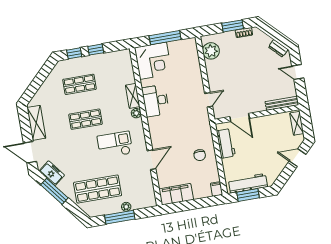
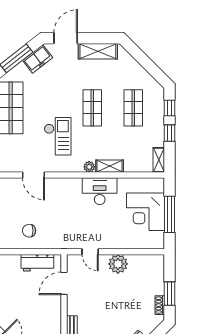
plant: (211, 51) -> (118, 264), moved
shelving: (120, 55) -> (159, 160), added
corner desk: (153, 61) -> (145, 212), moved

